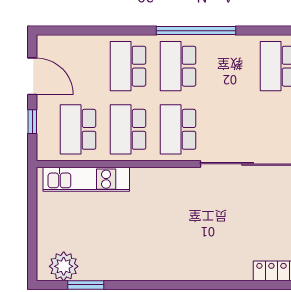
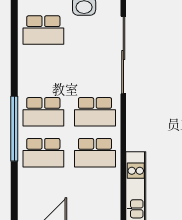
window: (196, 31) -> (14, 129), moved
school desk: (78, 129) -> (95, 194), removed

